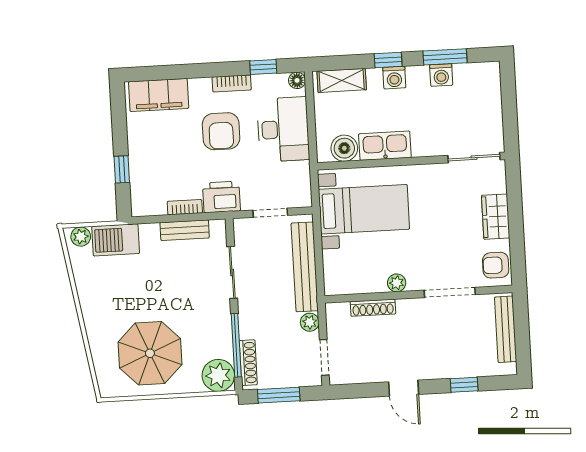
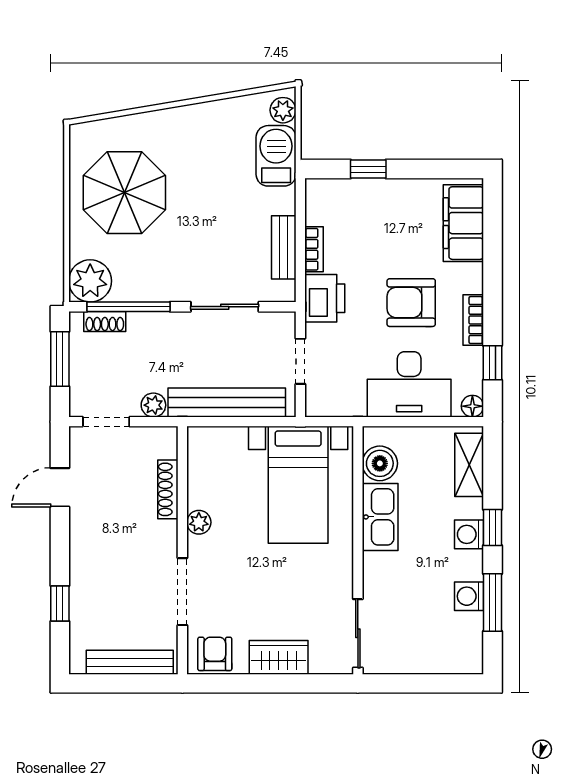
shoe rack: (248, 363) -> (105, 321), width x0.70
door: (404, 388) -> (60, 487), moved

